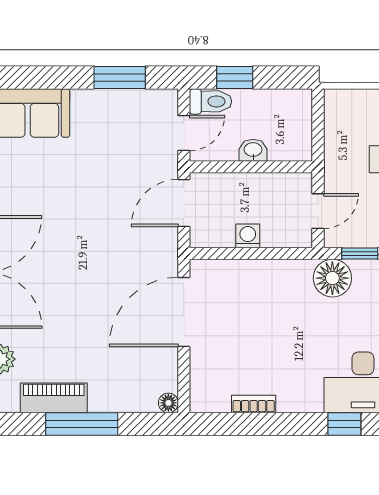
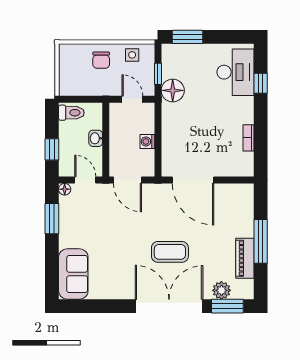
toilet: (211, 101) -> (71, 113), moved, turned 90
coffee table: (64, 273) -> (170, 252), added
floor lamp: (168, 403) -> (65, 189), moved

